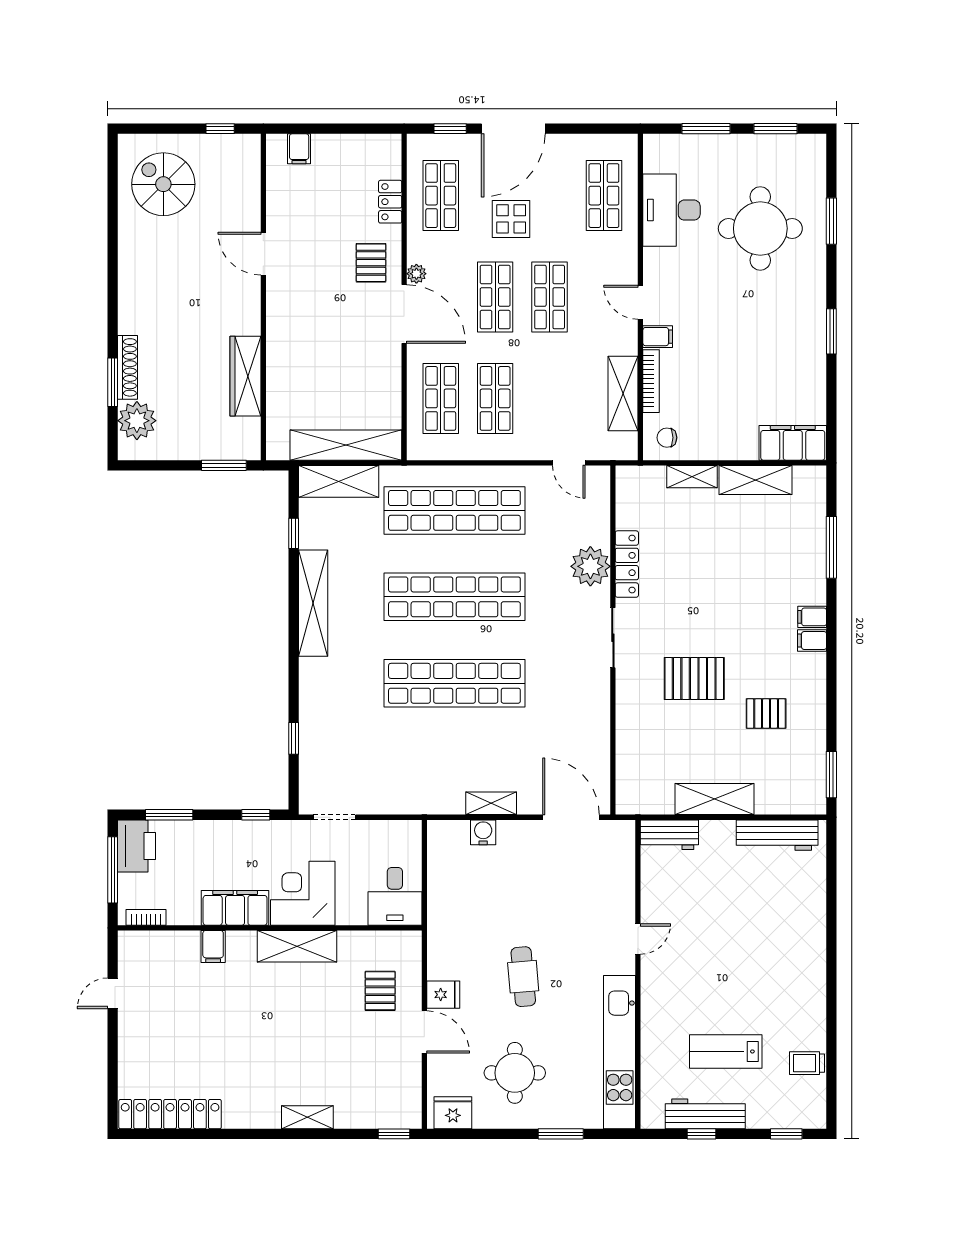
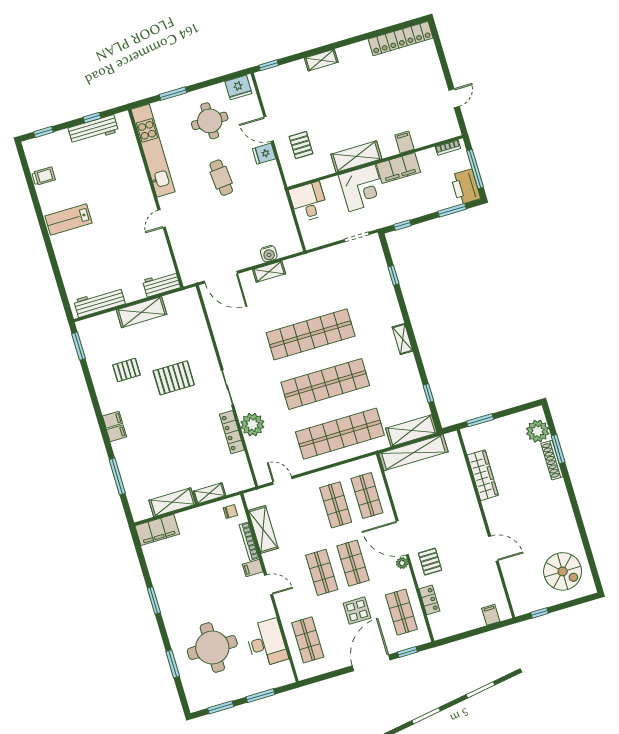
shelving: (313, 603) -> (402, 339), width x0.45, depth x0.75
lab bench: (726, 1051) -> (69, 220), moved, turned 180

